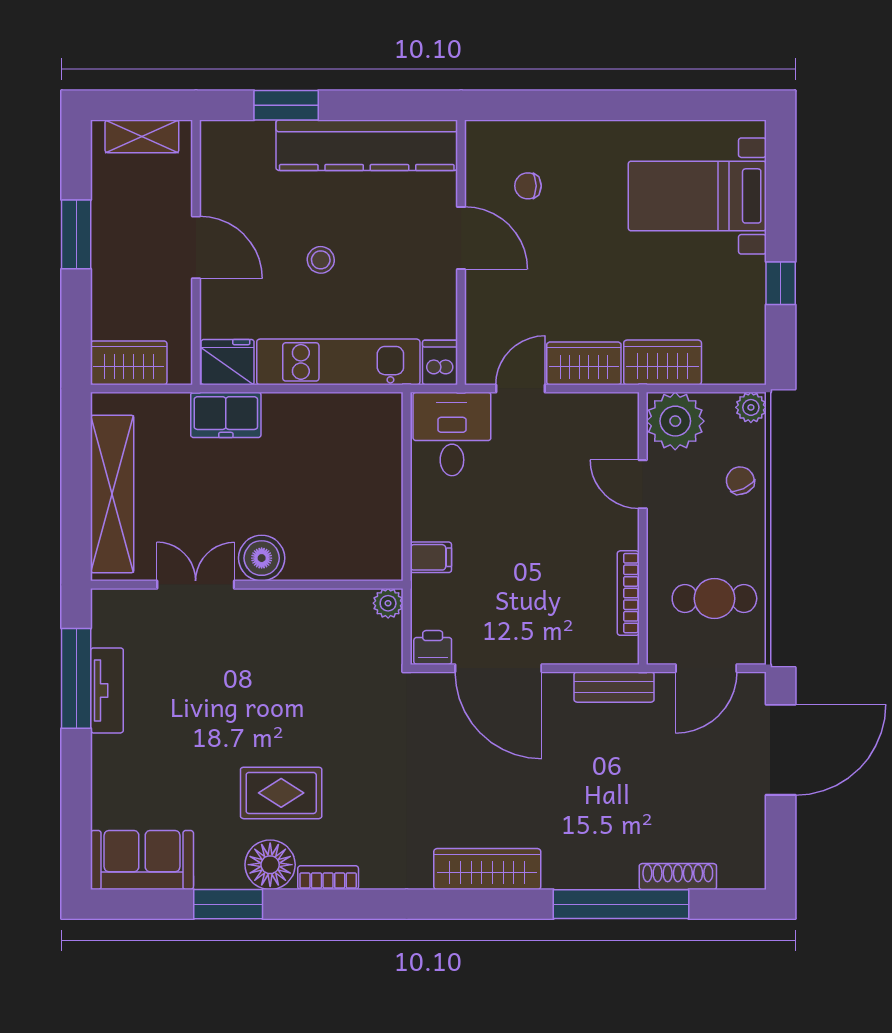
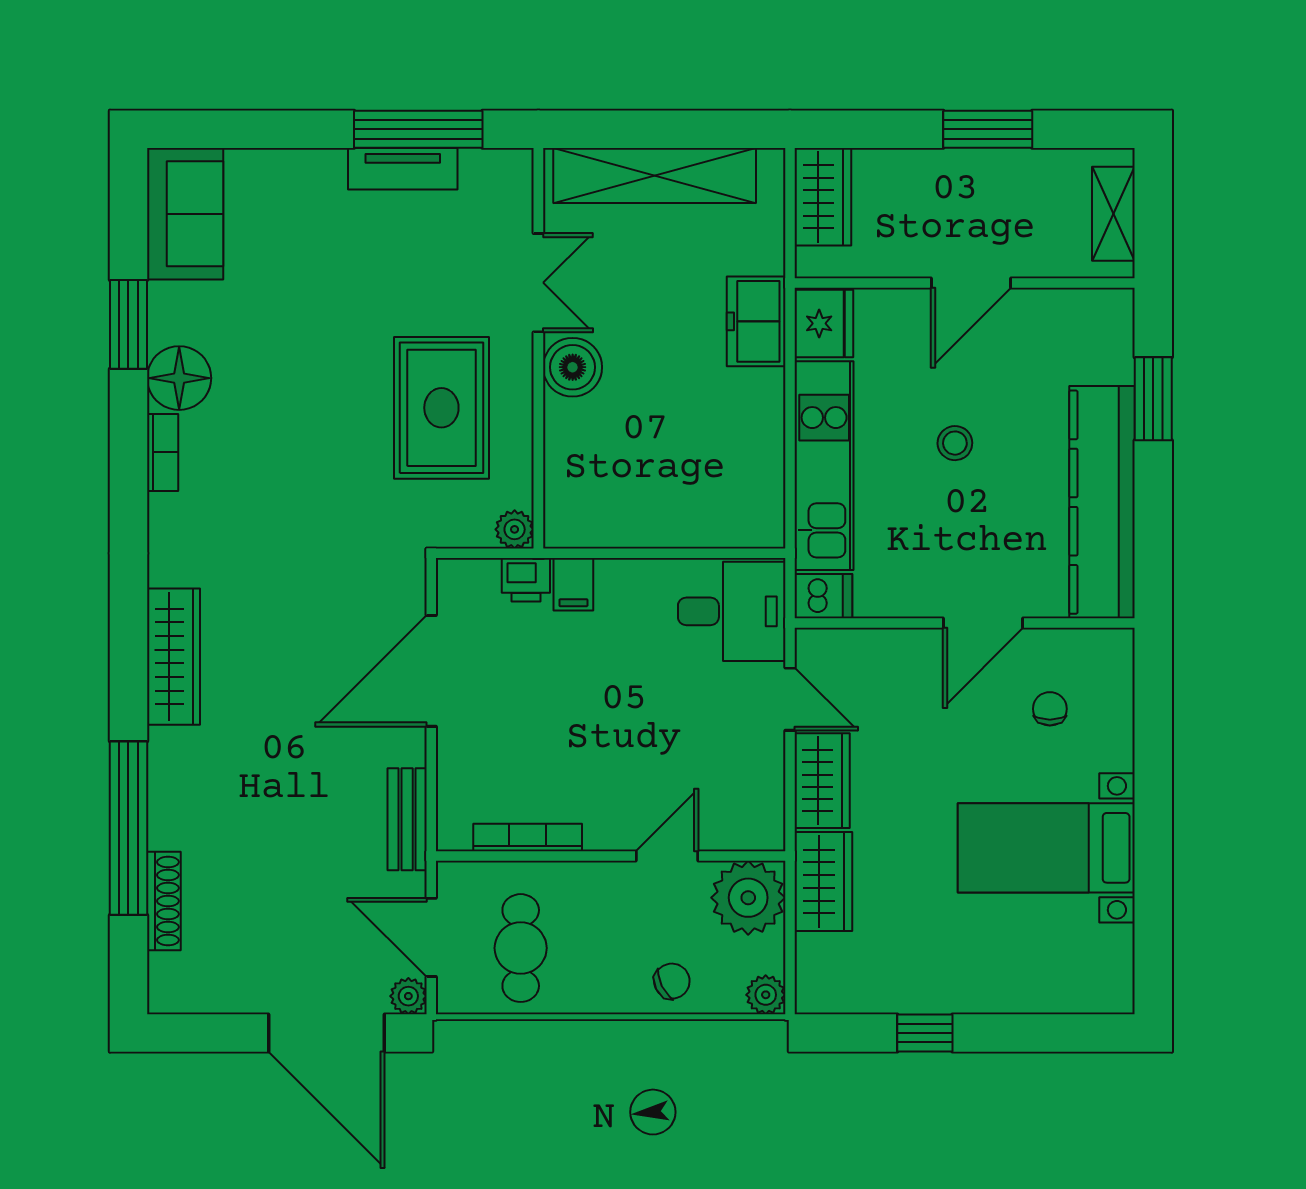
bed with nightstands: (697, 196) -> (1046, 848), moved, turned -90
printer: (433, 647) -> (526, 580), moved, turned 90
plant: (752, 686) -> (408, 996), added
rug: (281, 793) -> (441, 408), moved, width x1.36, depth x1.43

